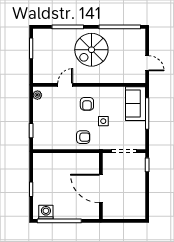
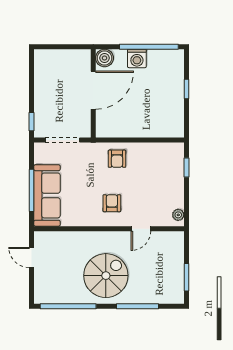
sofa: (135, 104) -> (47, 195), width x1.36
side table: (103, 121) -> (90, 180), removed
armchair: (83, 137) -> (117, 159), turned -90
door: (101, 188) -> (93, 90), hinge flipped
washing machine: (46, 212) -> (137, 58), moved
boiler: (92, 212) -> (105, 58), added

